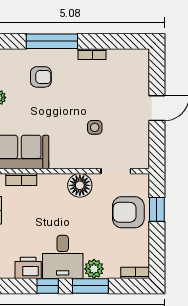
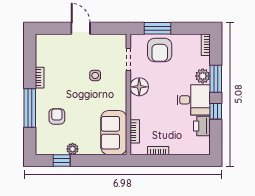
window: (157, 209) -> (158, 28), width x1.50

